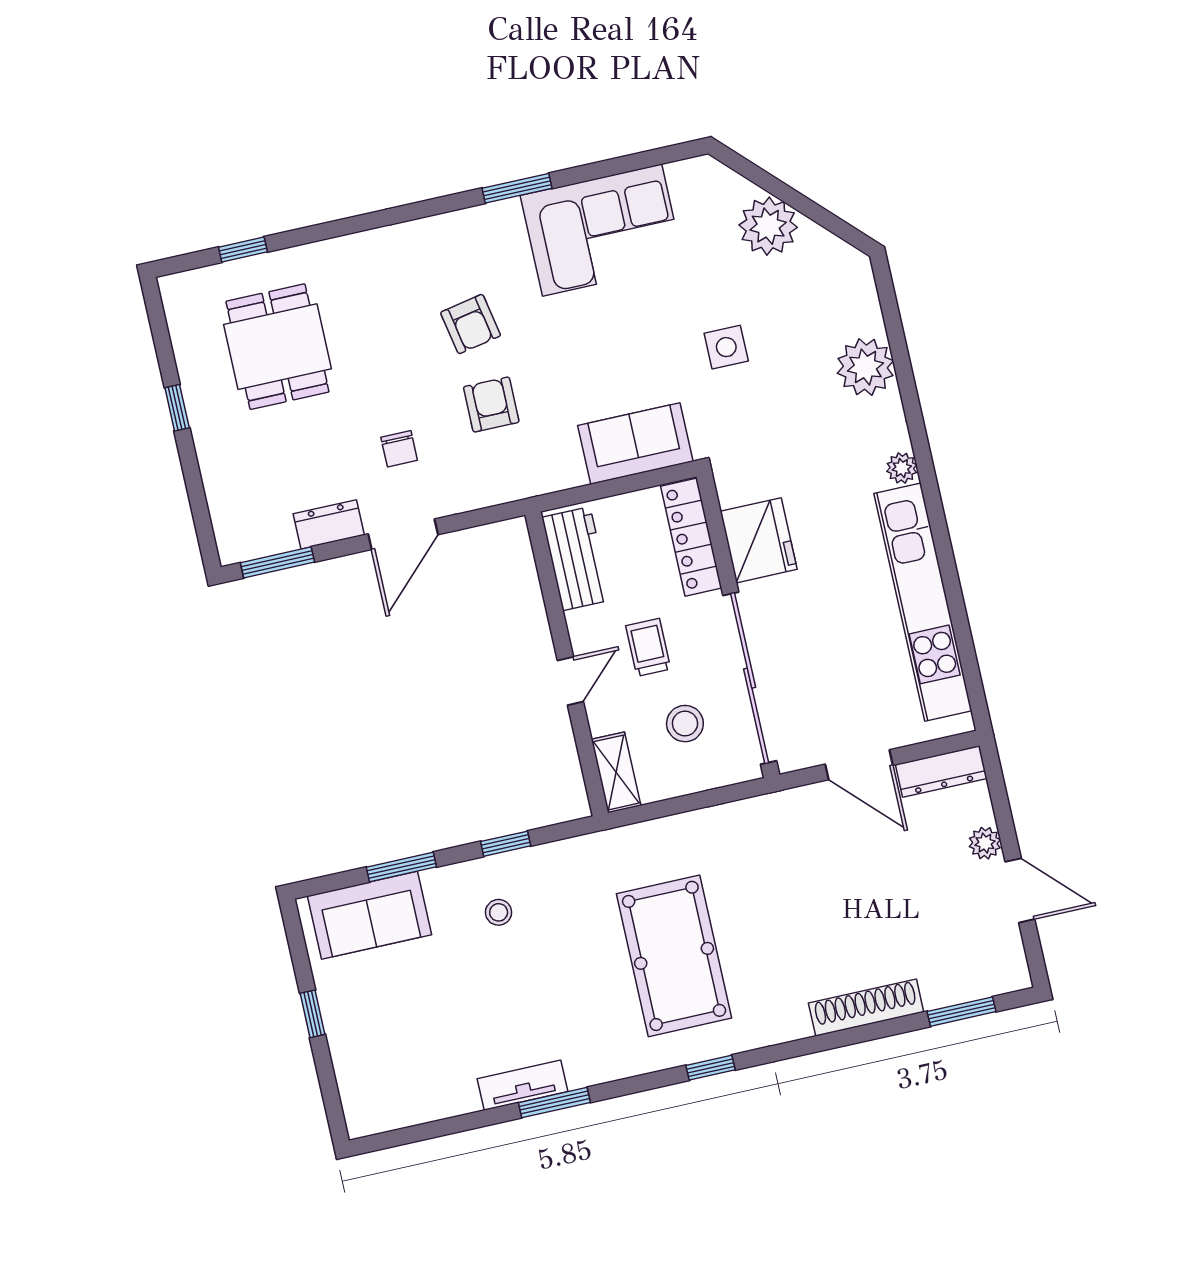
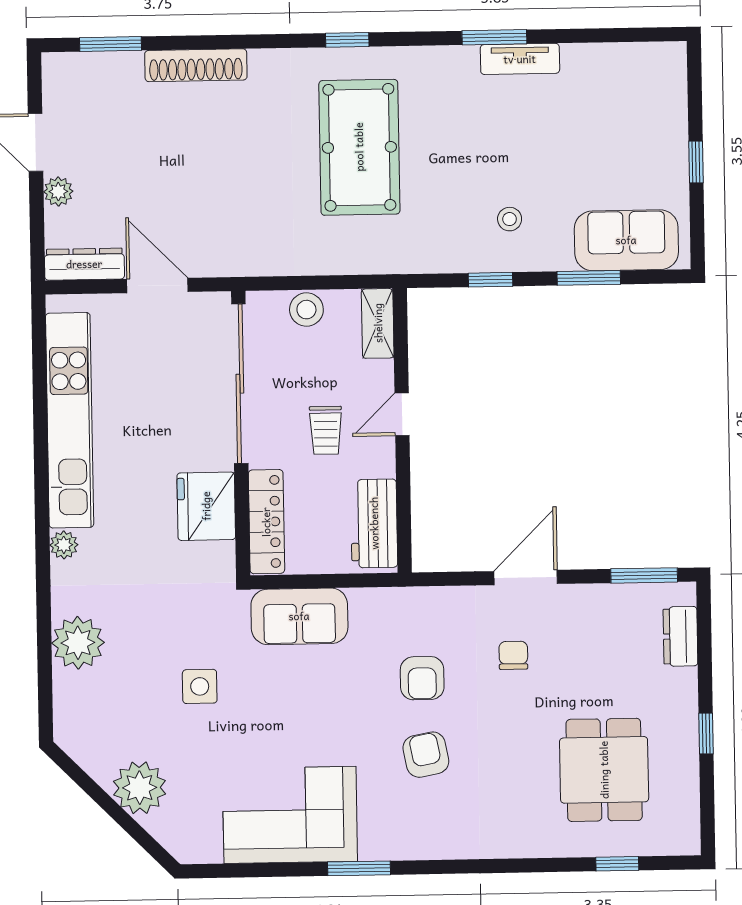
dresser: (329, 524) -> (680, 636), moved, turned 90
stool: (685, 724) -> (306, 310), moved

